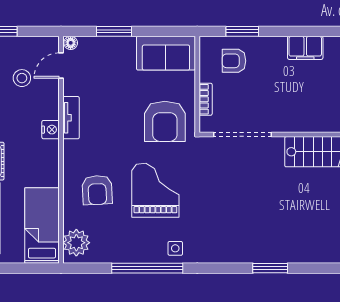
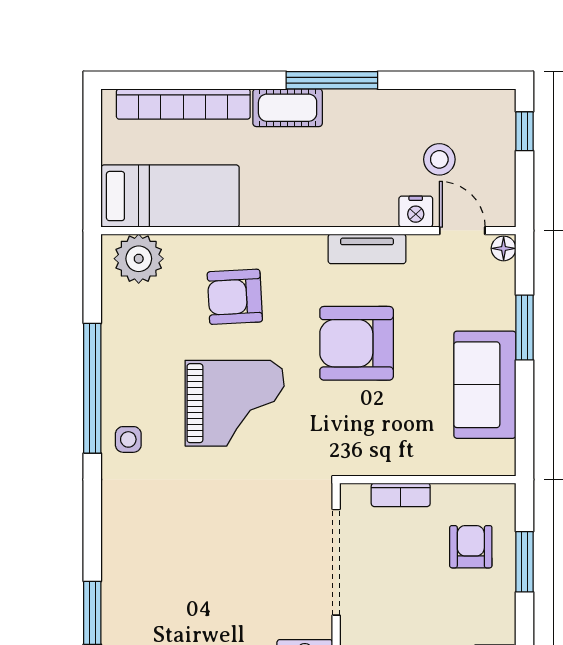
sofa: (166, 53) -> (485, 385), moved
armchair: (165, 121) -> (357, 343), moved
nightstand: (50, 130) -> (416, 212), moved

